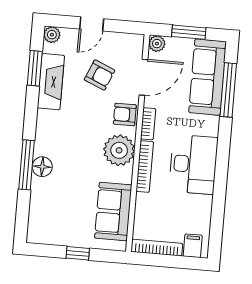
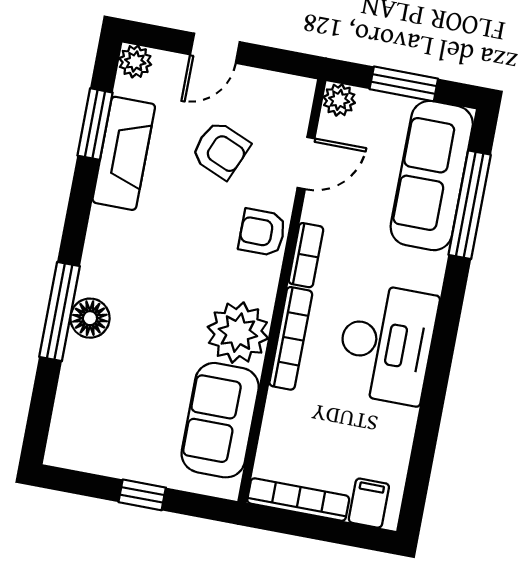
door: (143, 77) -> (306, 163), width x0.73
plant: (119, 150) -> (238, 333), moved

